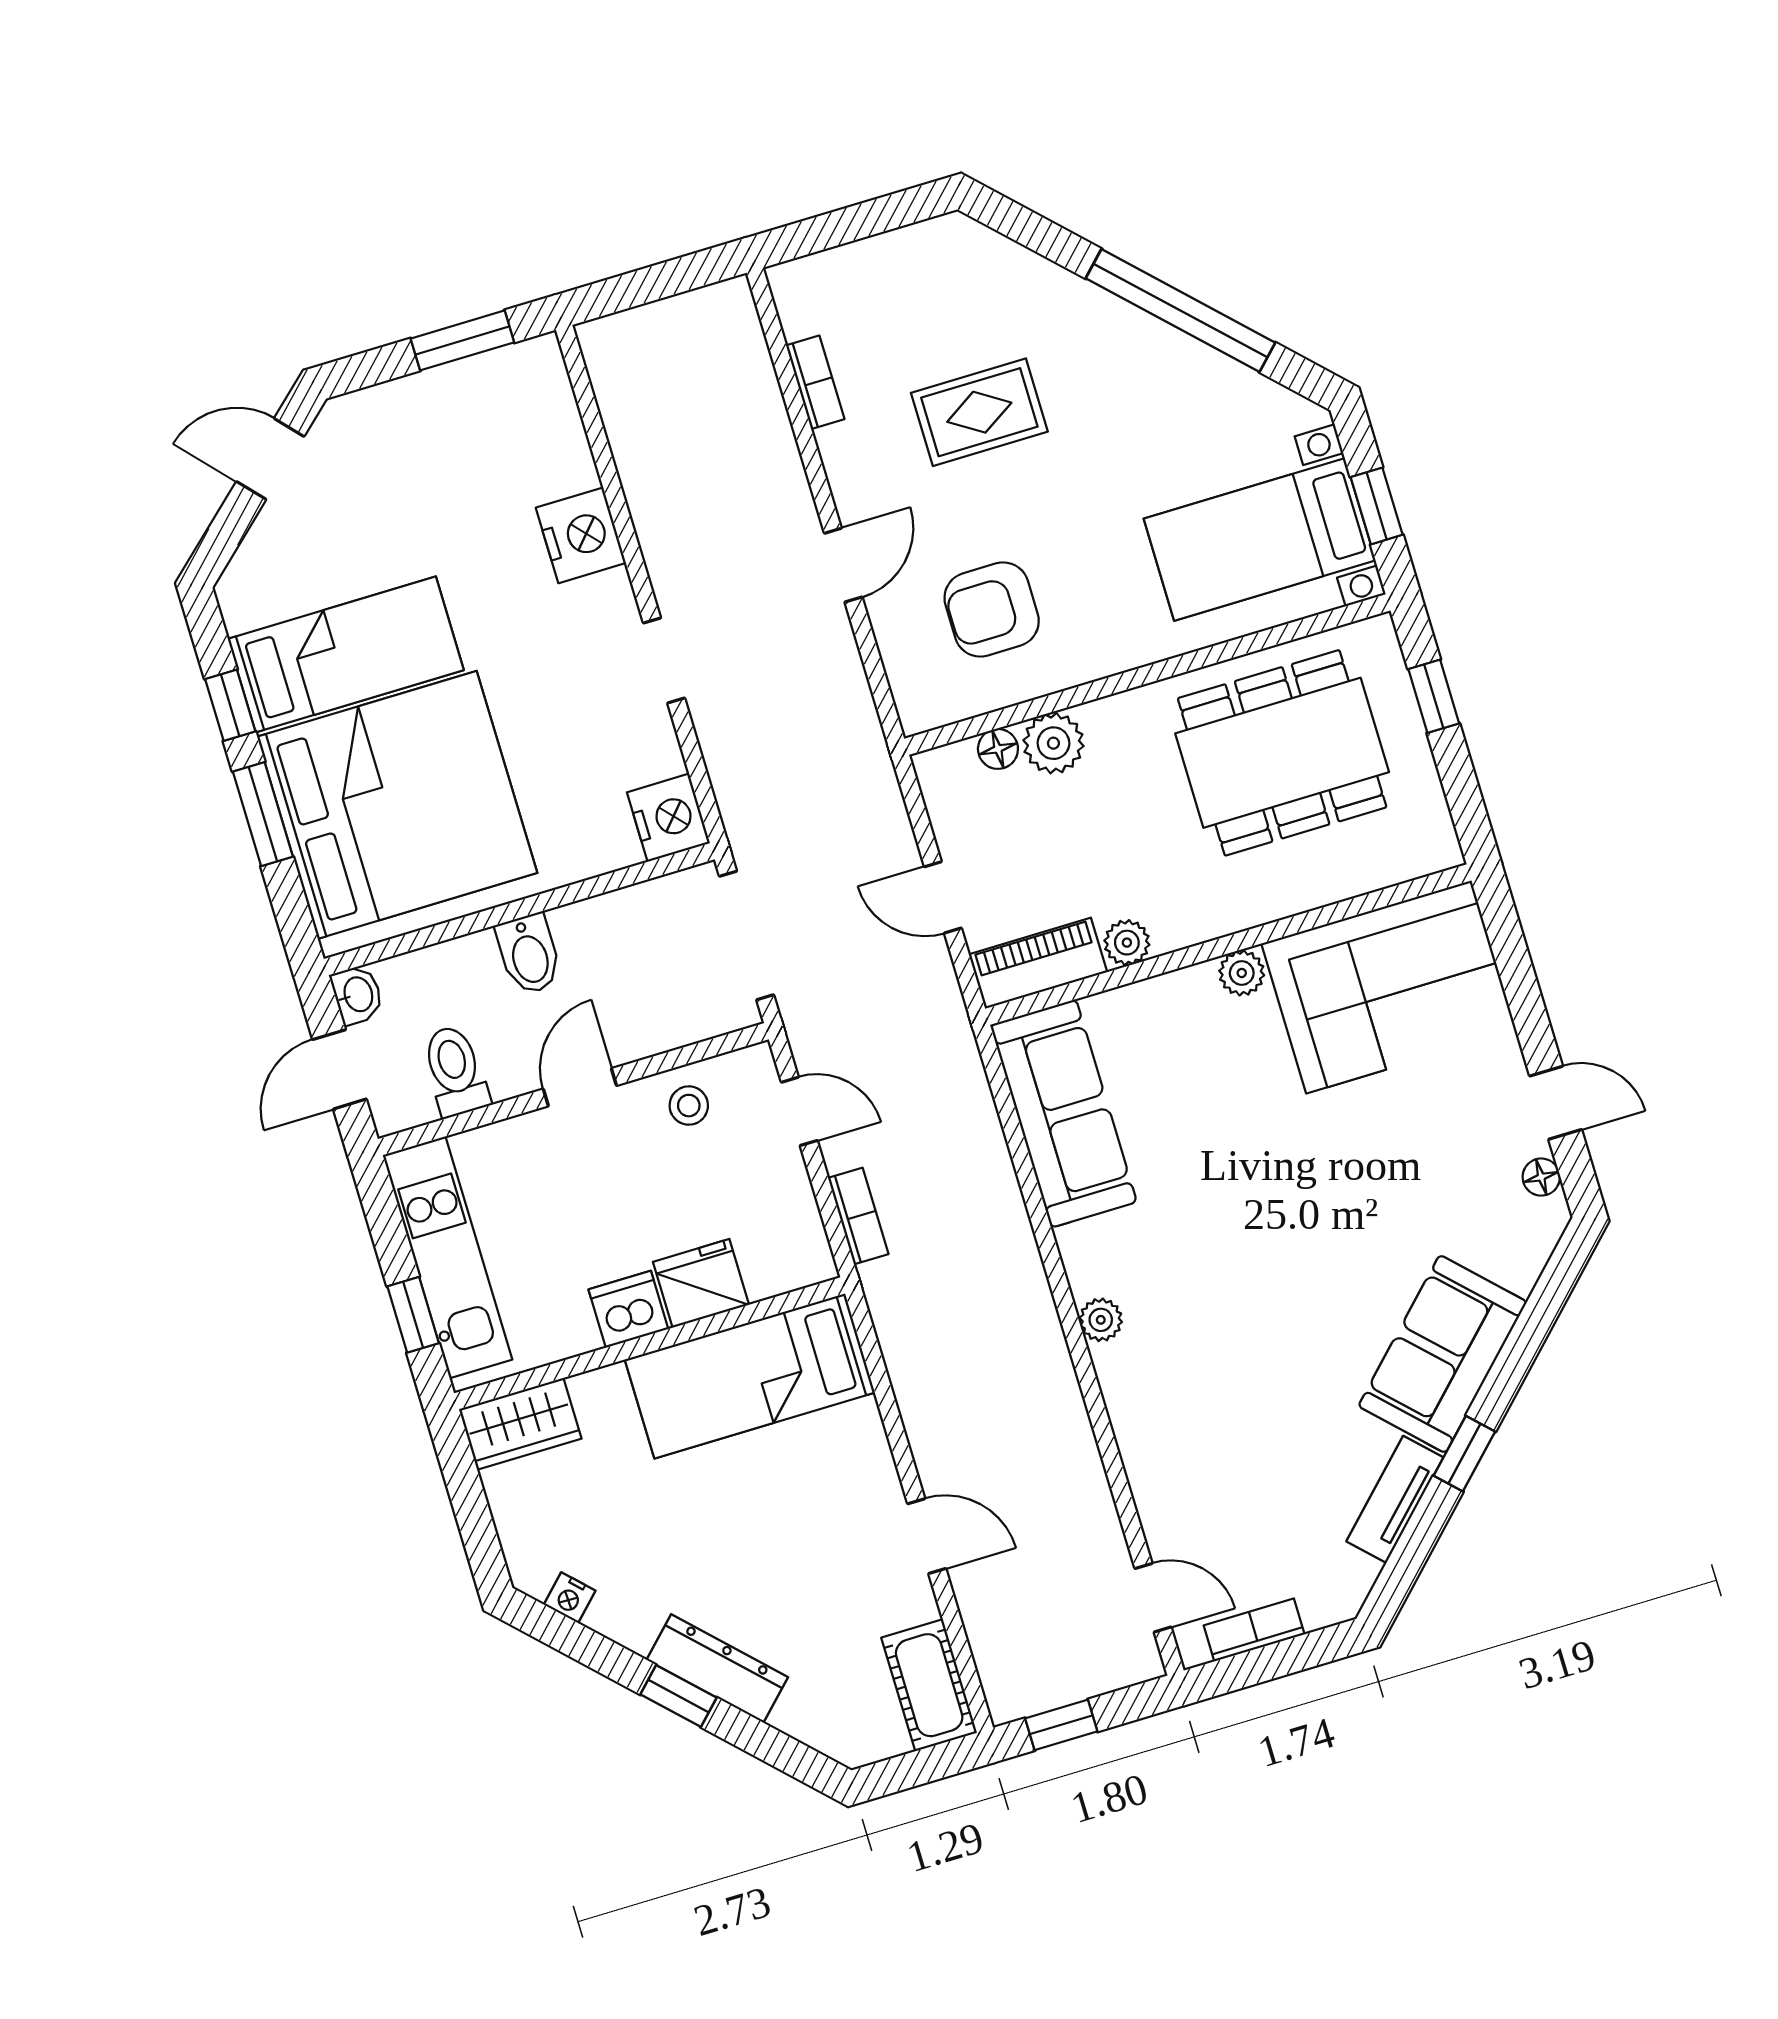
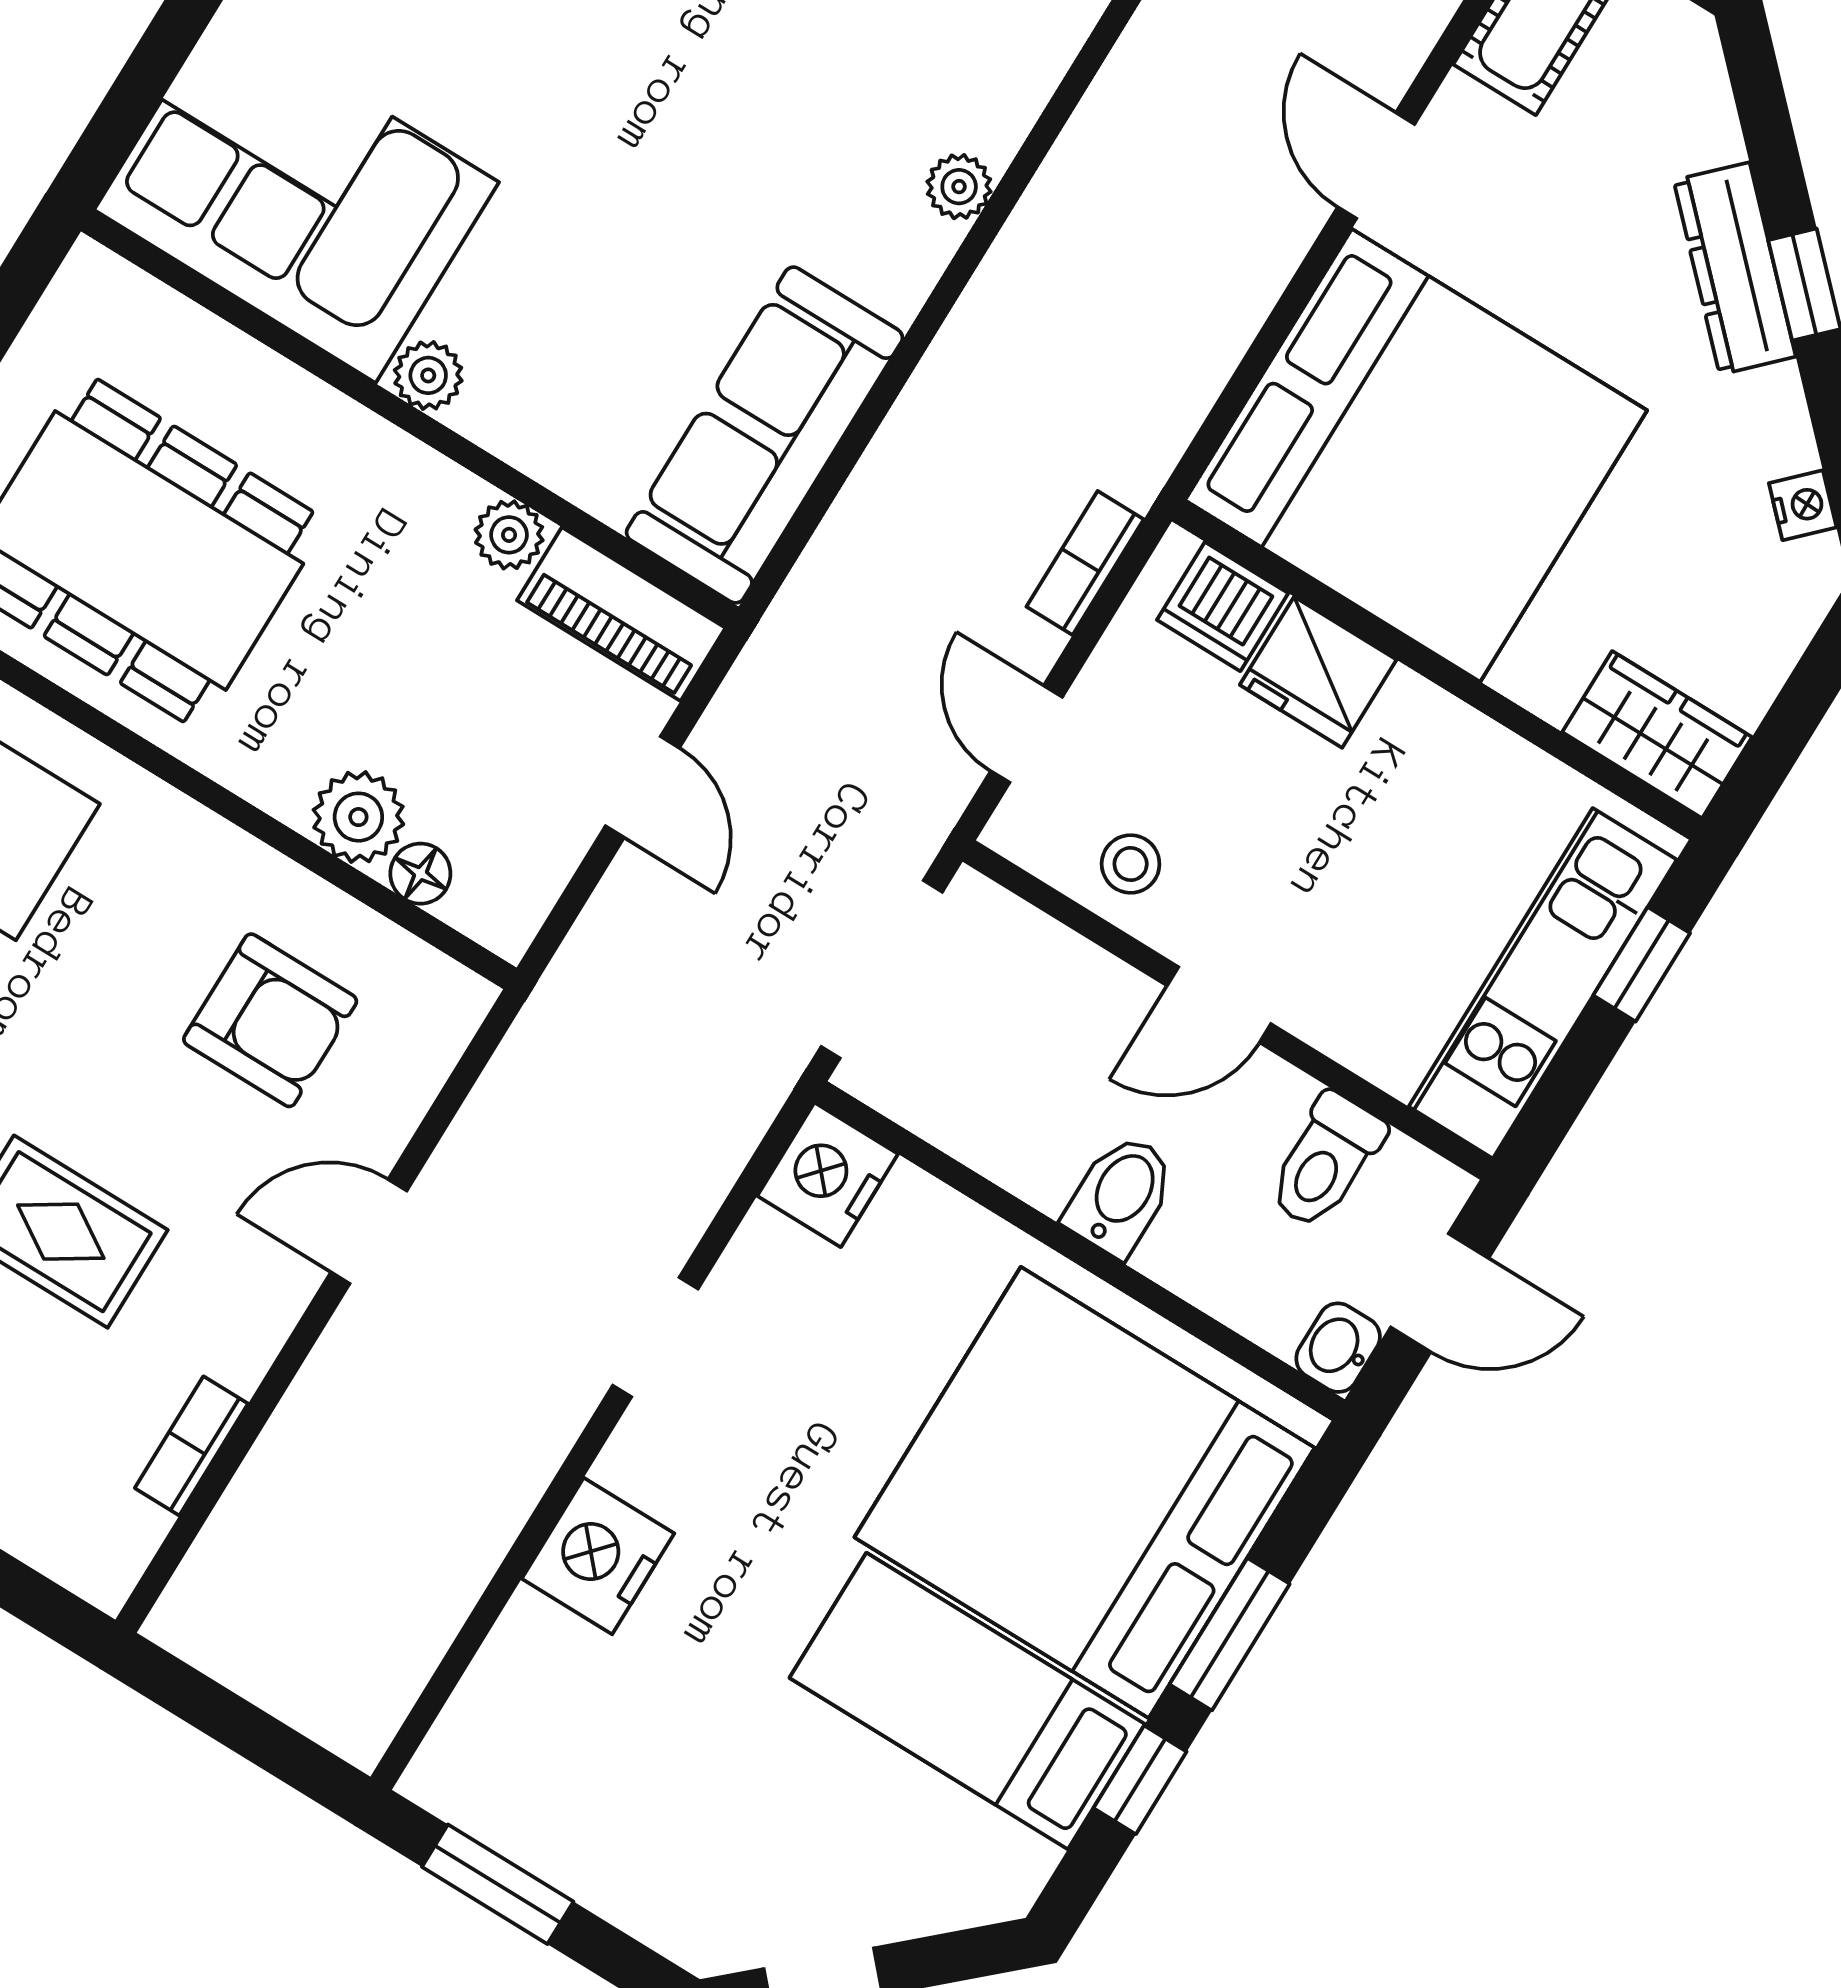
dishwasher: (628, 1309) -> (1223, 607), moved
bed: (750, 1376) -> (1416, 455), width x2.04

